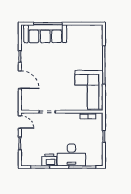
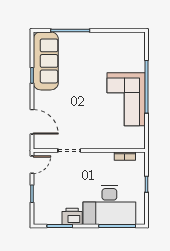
sofa: (45, 34) -> (46, 61), moved, turned -90
door: (20, 80) -> (32, 122), moved
corner sofa: (89, 90) -> (126, 99), moved
door: (20, 122) -> (32, 165), hinge flipped
desk: (71, 155) -> (109, 205), width x1.36, depth x1.30

